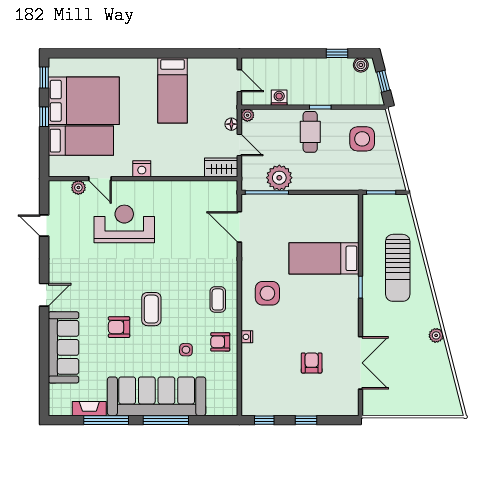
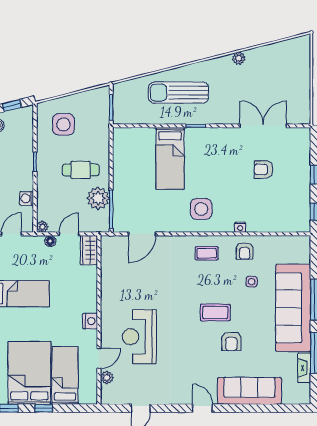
cafe table: (310, 132) -> (81, 170), moved
sun lounger: (398, 268) -> (178, 93), turned 180

